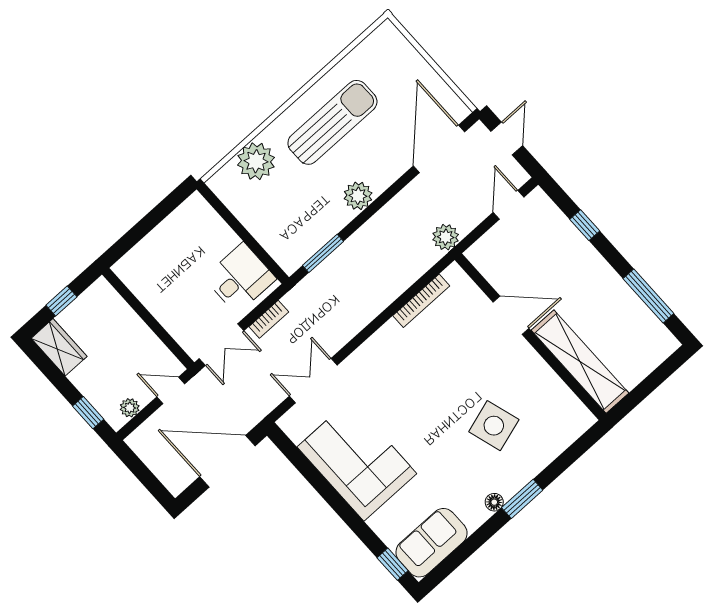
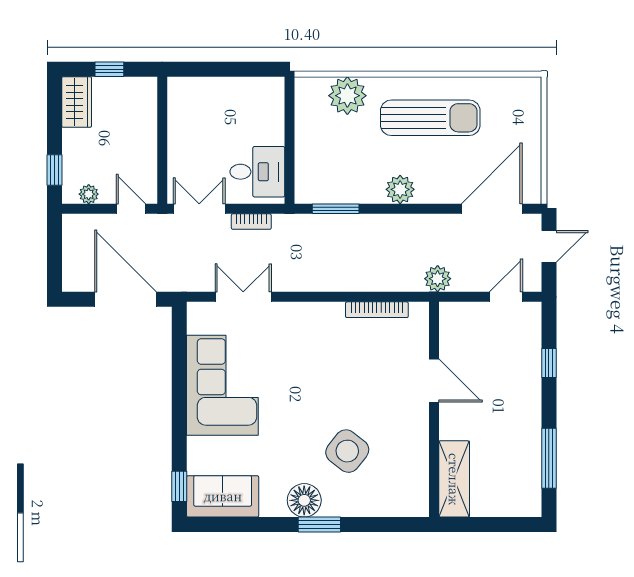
double door: (222, 345) -> (199, 209), swing flipped
shelving: (580, 362) -> (454, 479), width x0.68
side table: (494, 426) -> (347, 451), turned -35
floor lamp: (494, 502) -> (304, 500), width x1.89, depth x1.89

